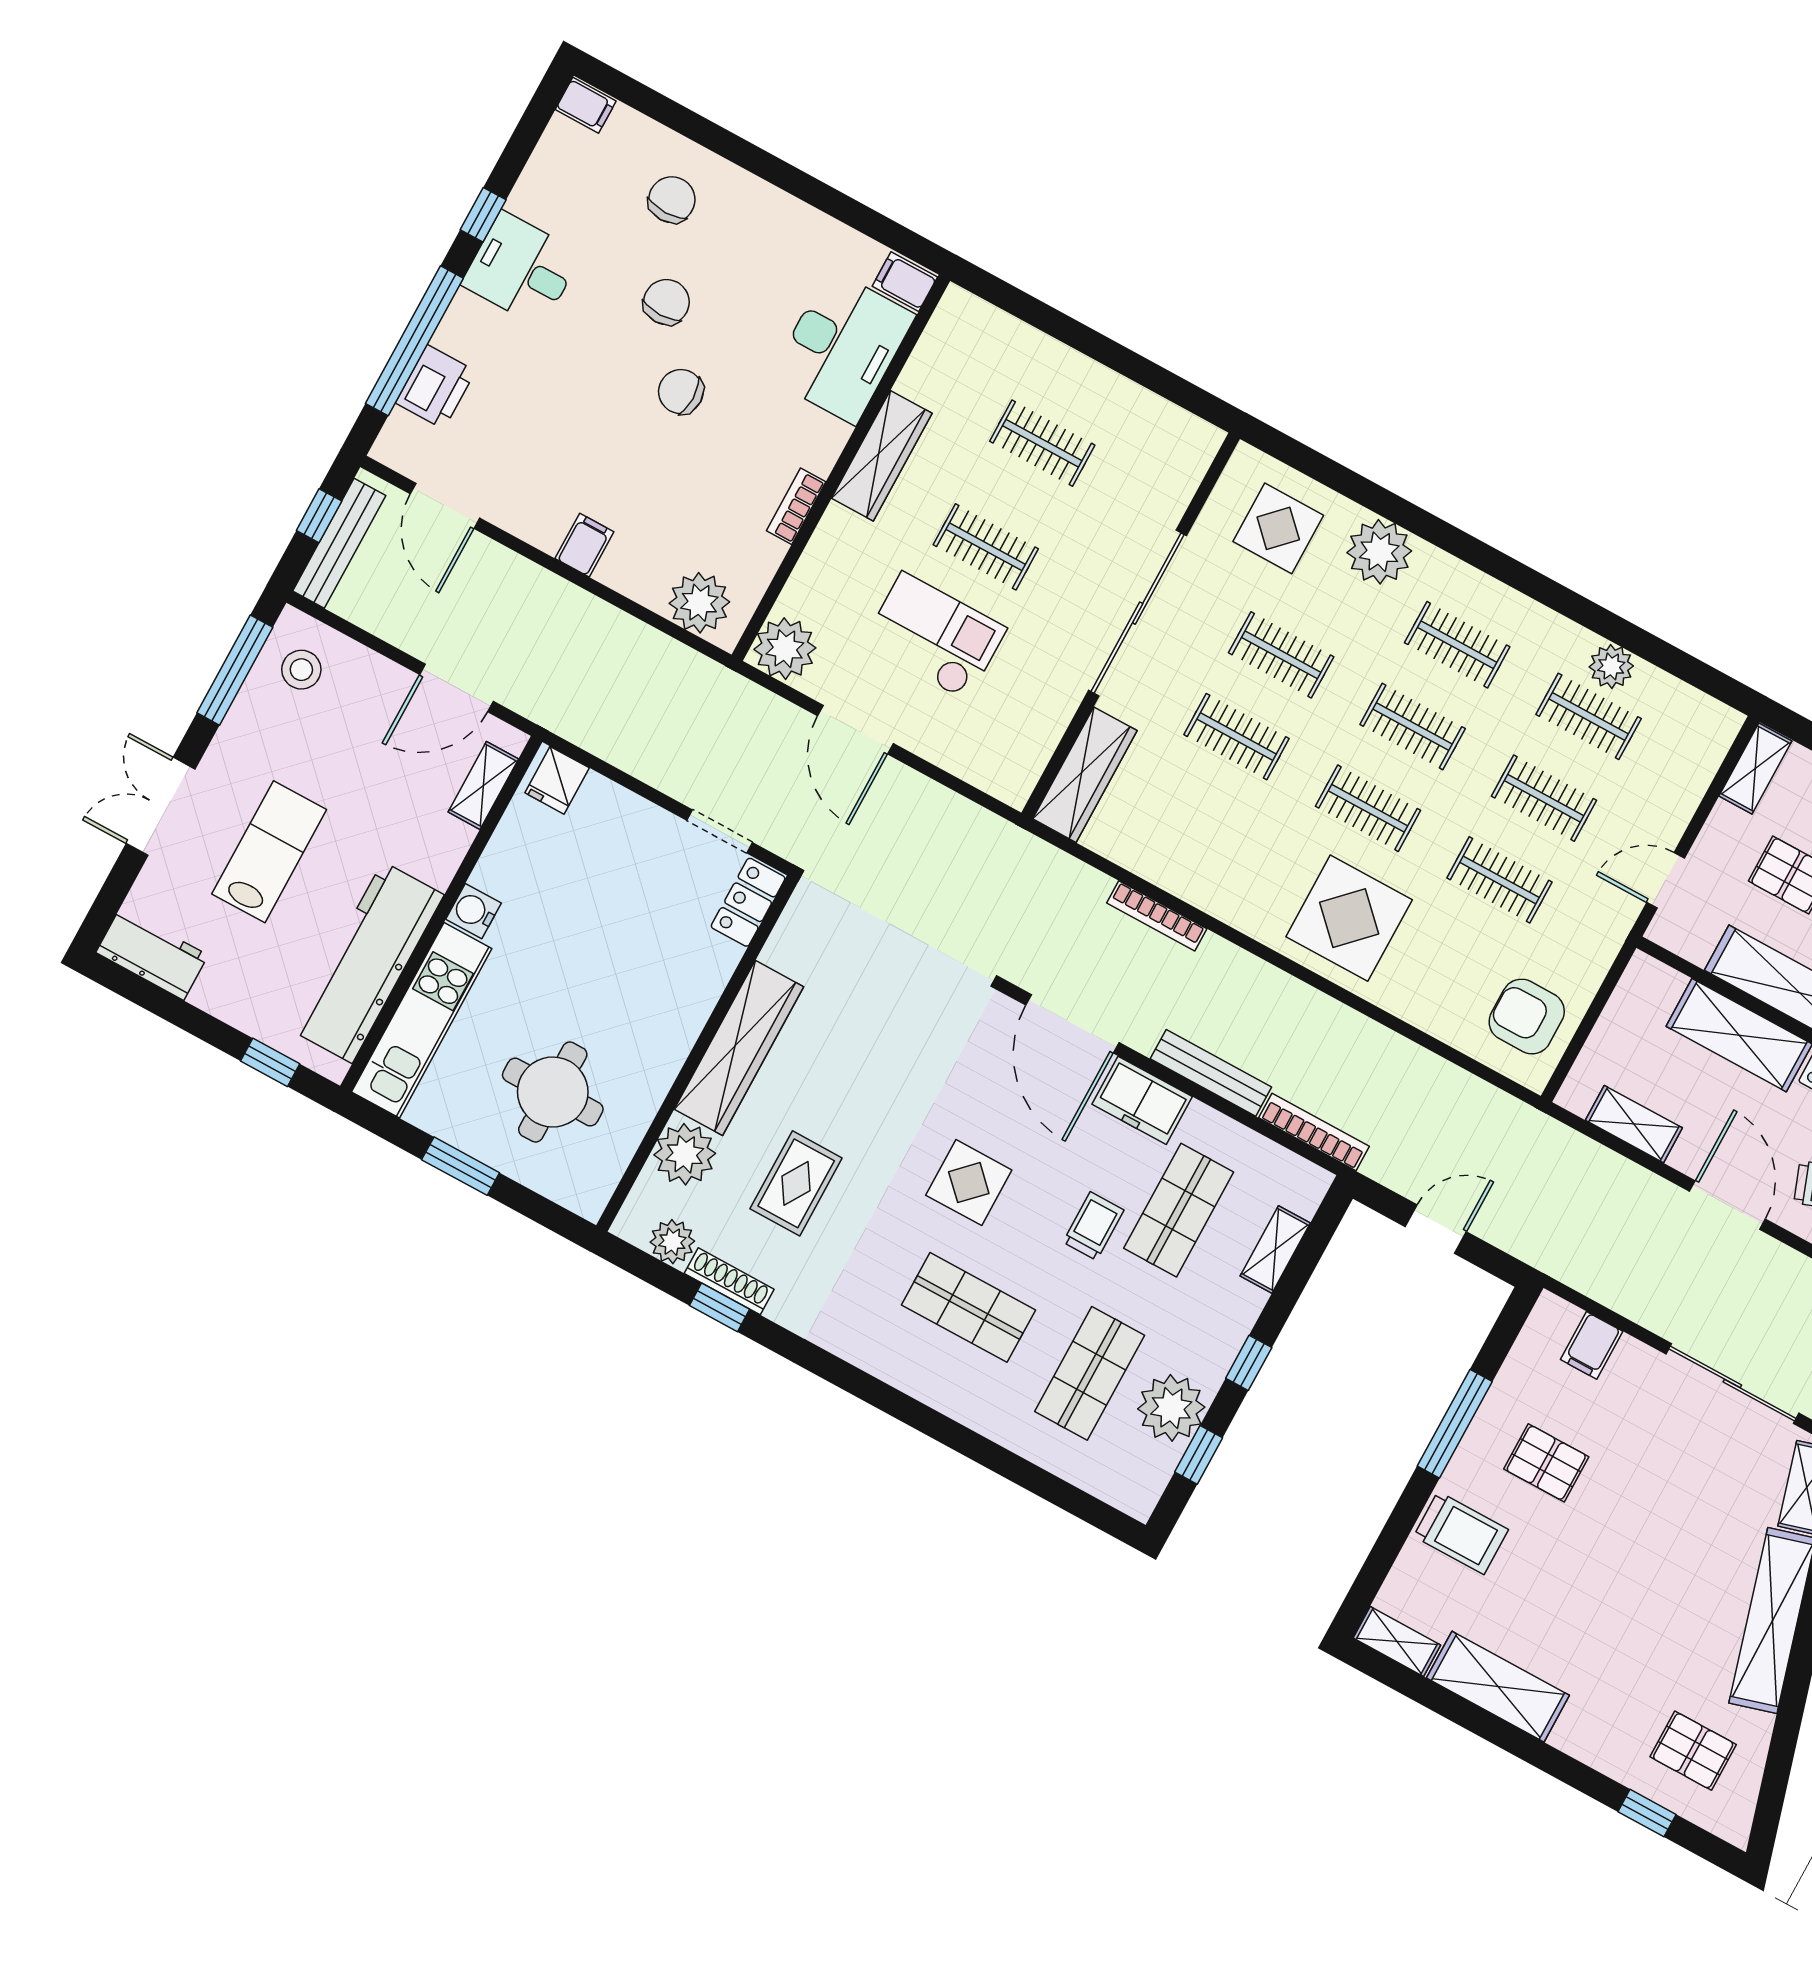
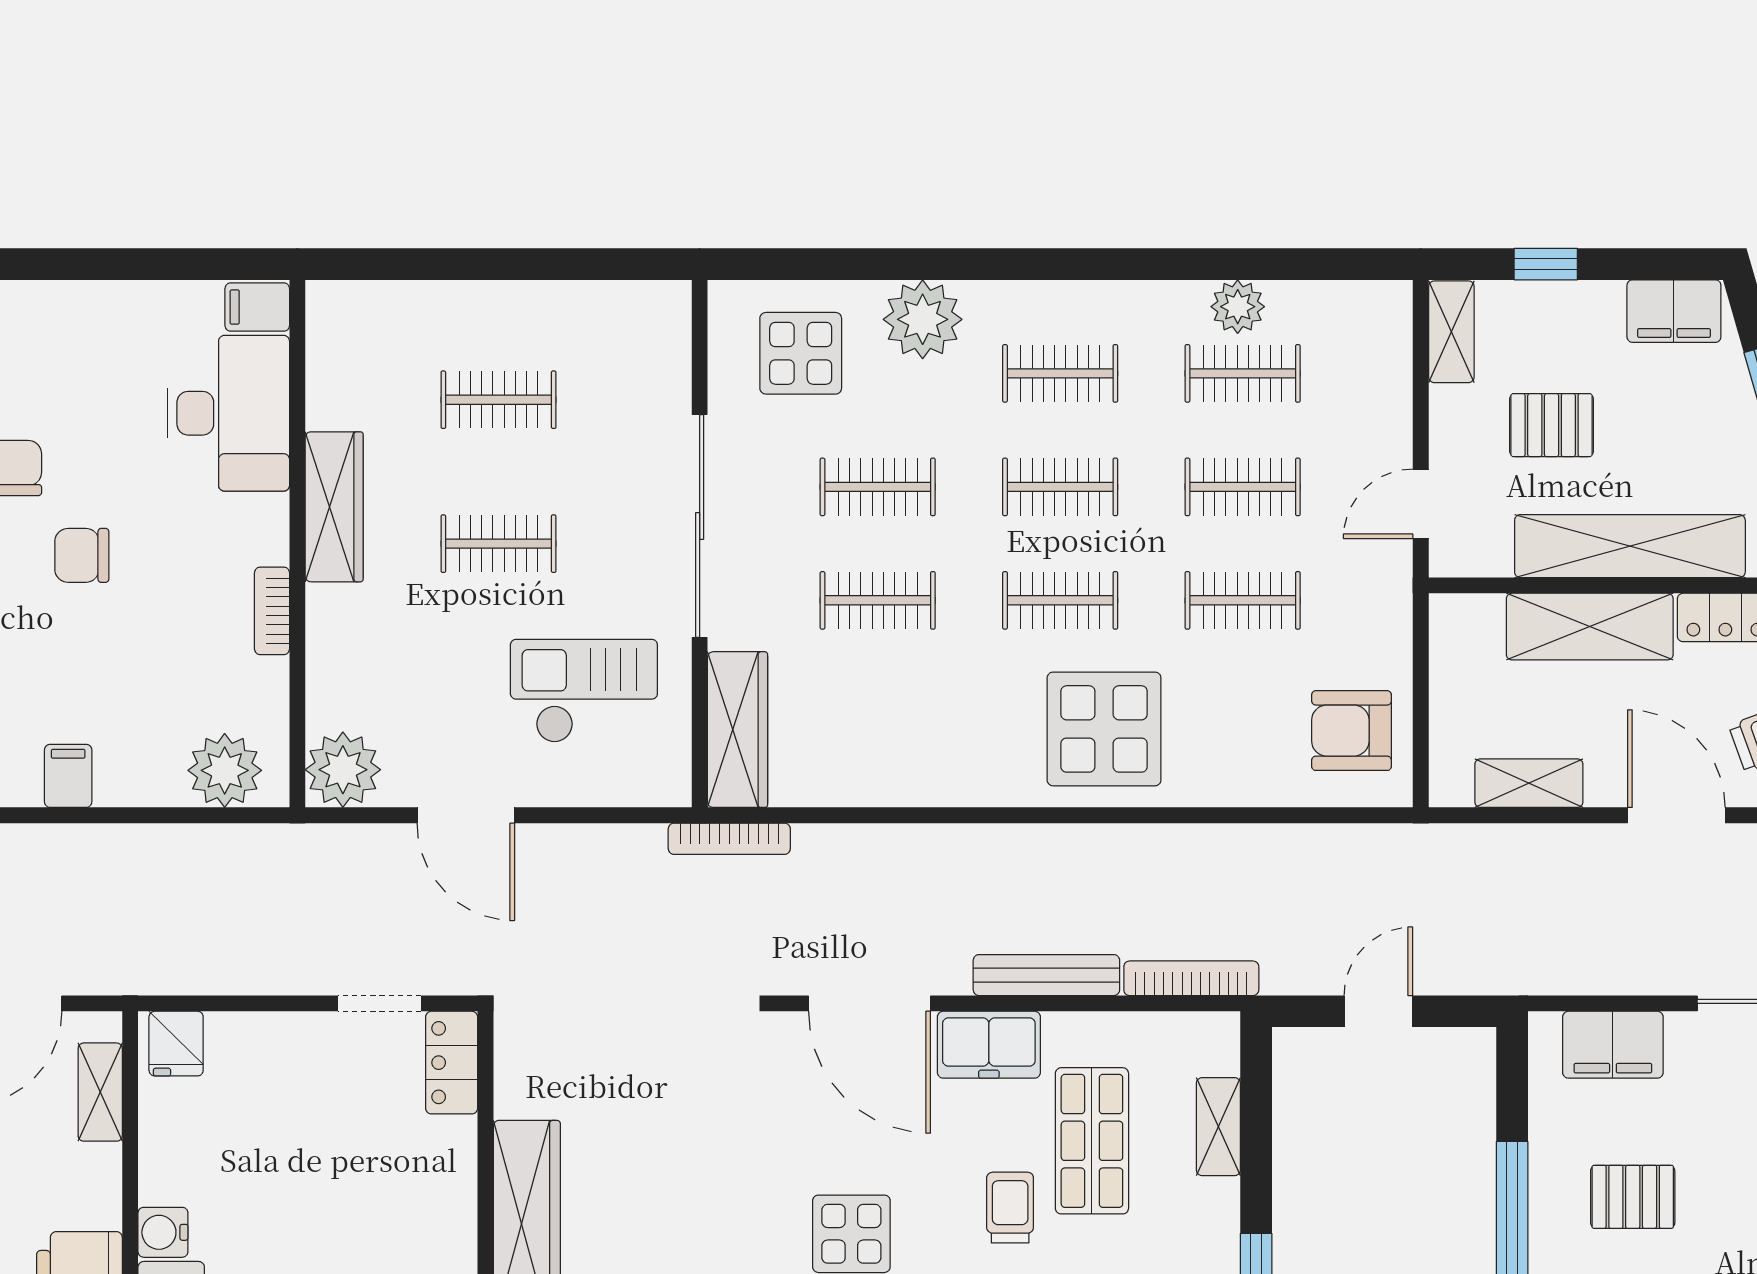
checkout: (935, 636) -> (584, 691), moved
bookcase: (1157, 916) -> (729, 839), moved
filing cabinet: (1592, 1345) -> (1613, 1045), width x2.00

